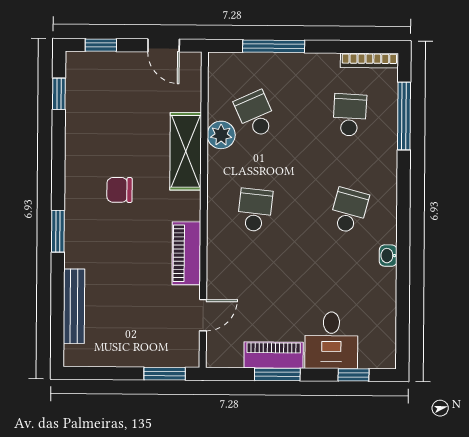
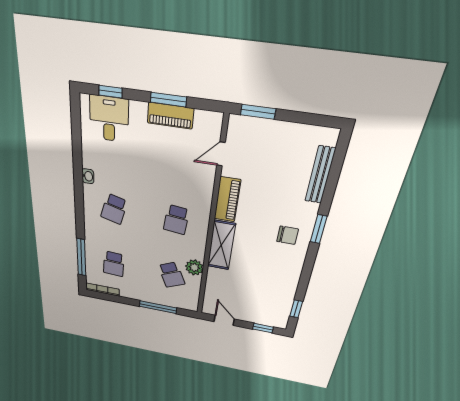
shelving: (186, 151) -> (221, 245), moved
chair: (120, 190) -> (287, 235), moved
desk: (331, 340) -> (109, 119), moved

